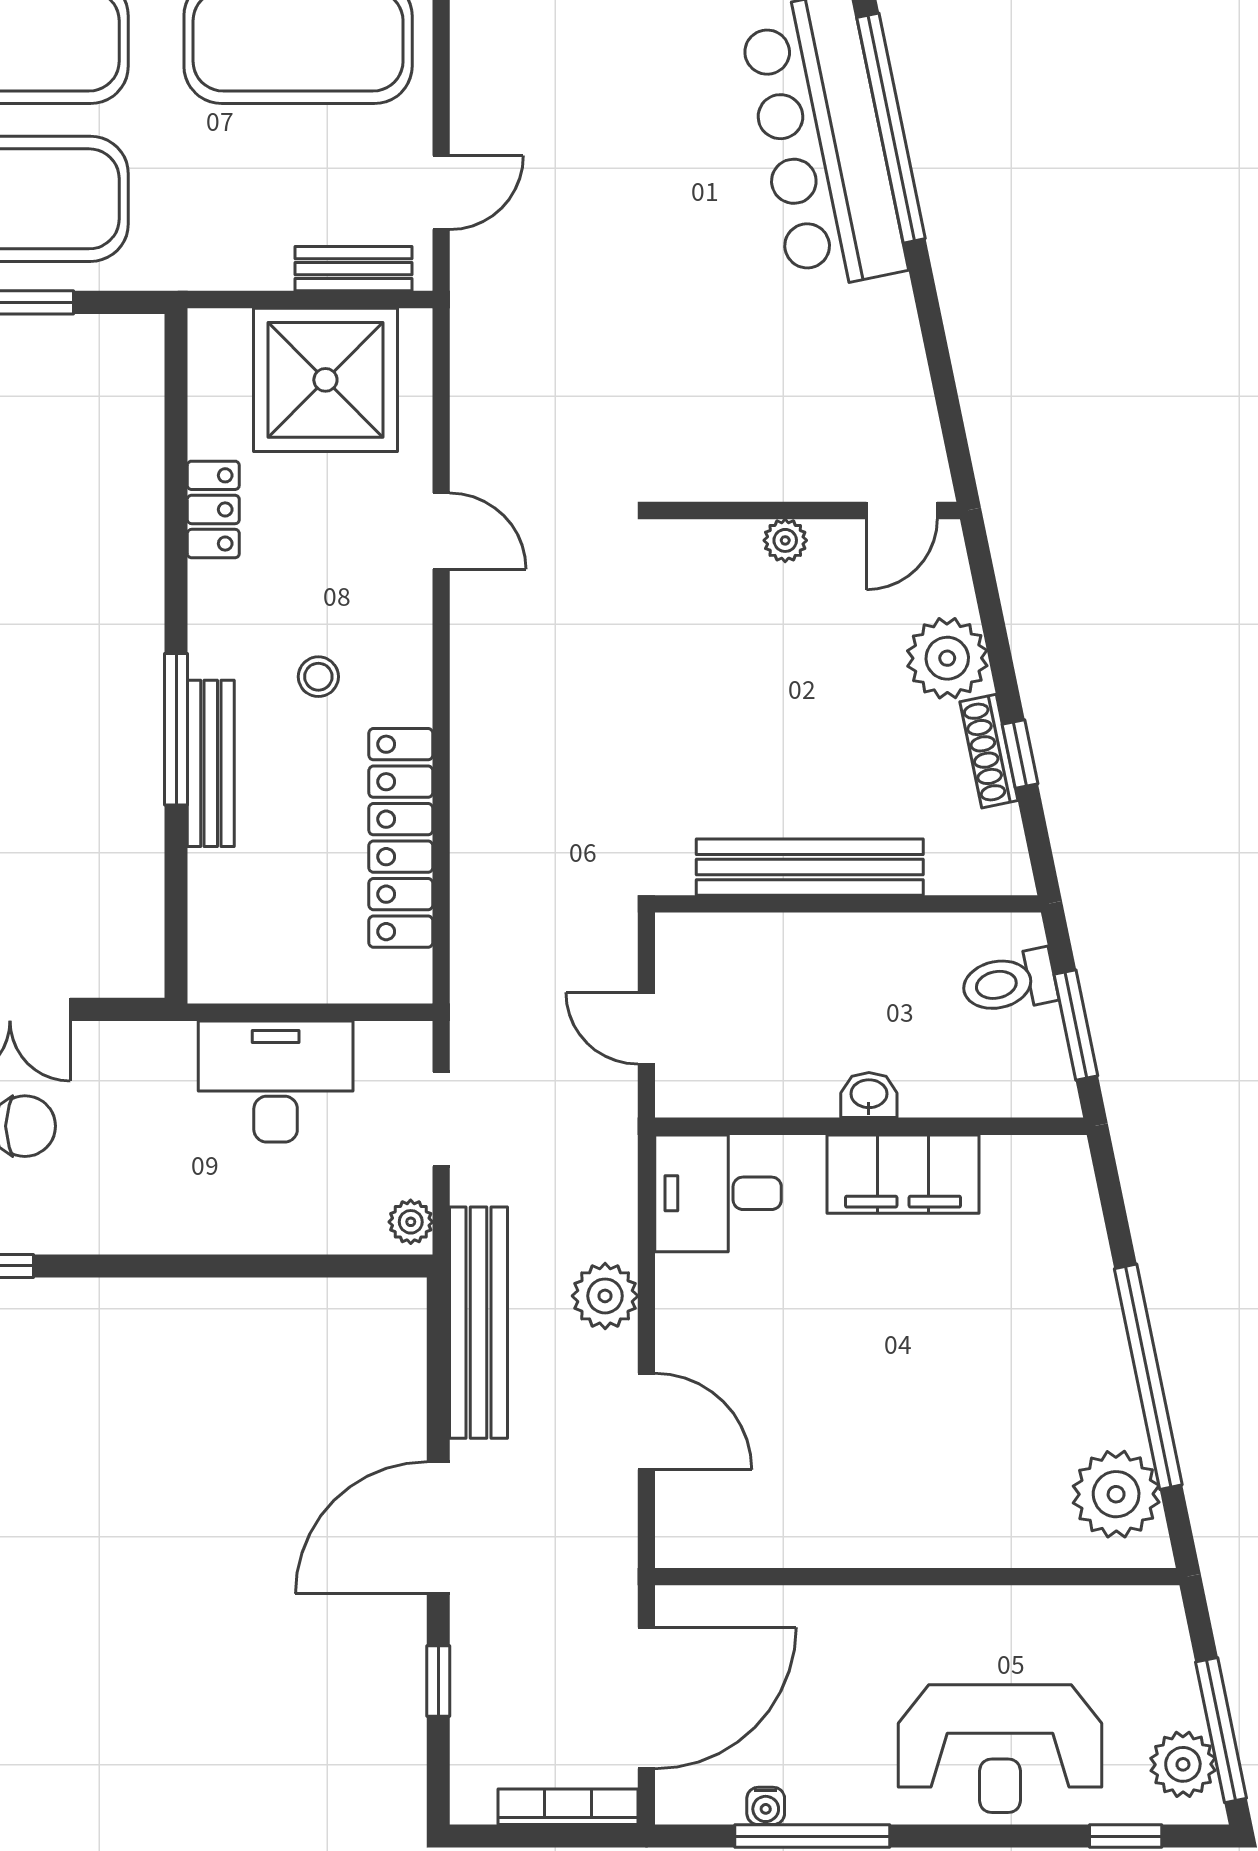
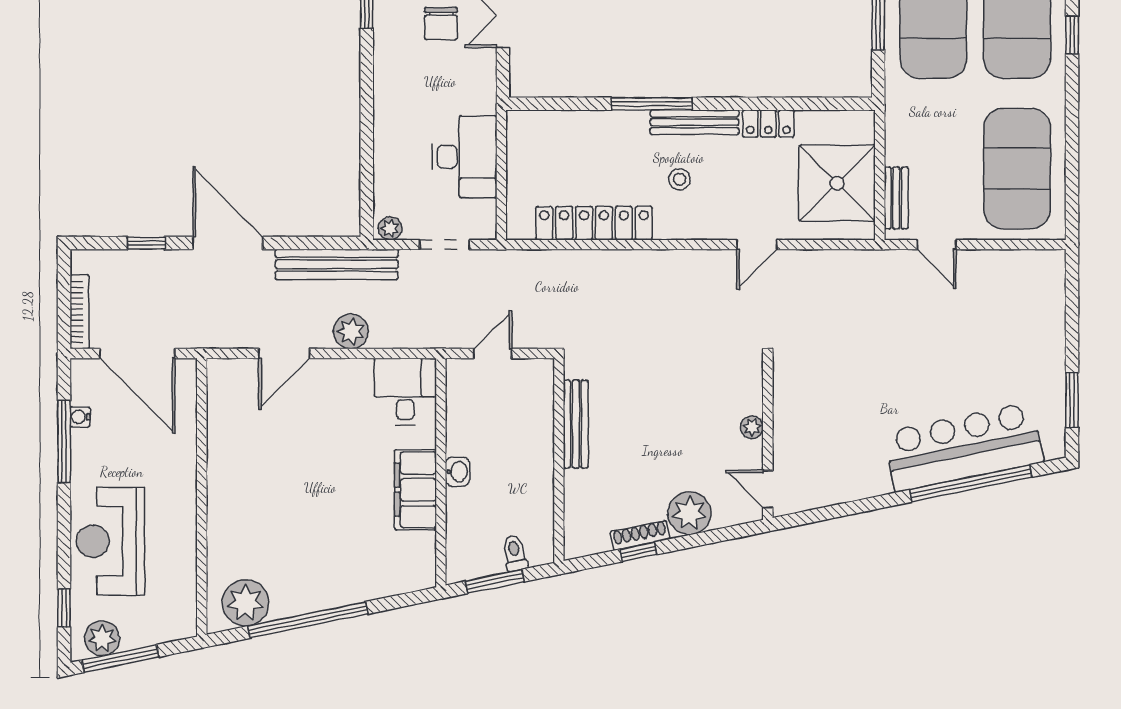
bench: (211, 763) -> (695, 122), moved
bench: (810, 867) -> (576, 424), width x0.73, depth x0.82
toilet: (1009, 982) -> (515, 553), width x0.73, depth x0.72

